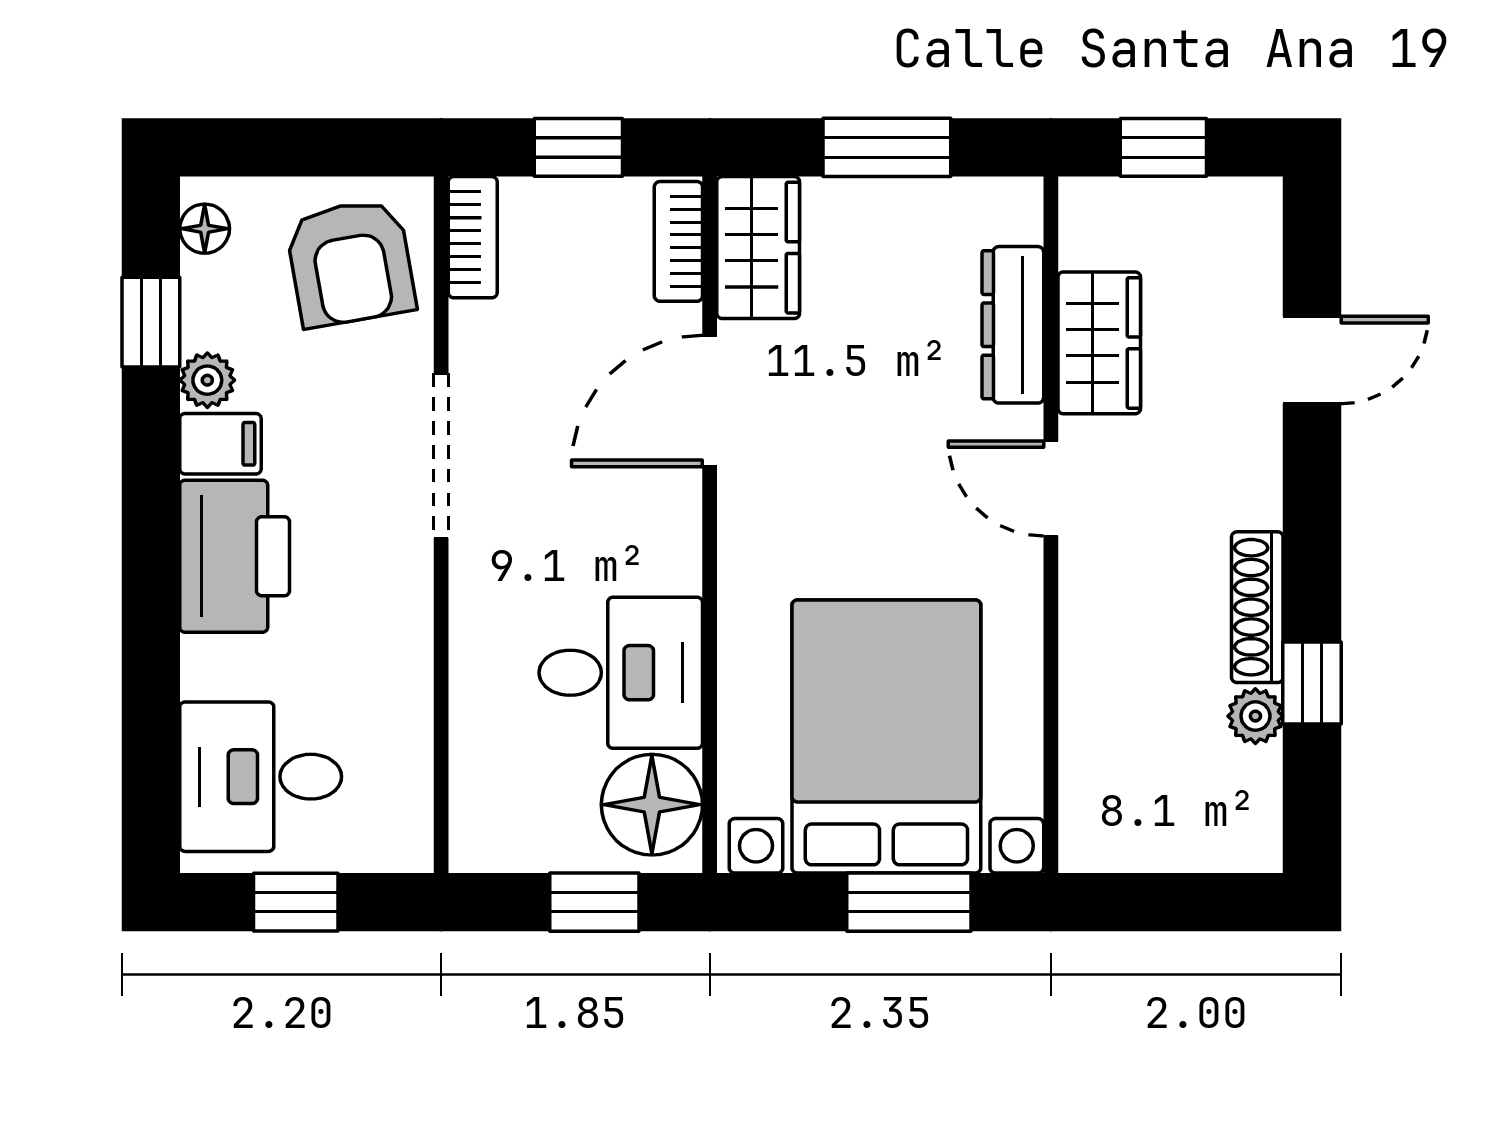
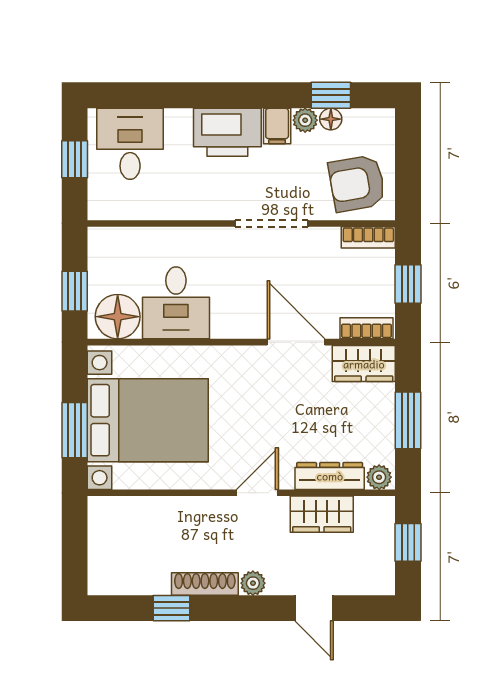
plant: (1016, 213) -> (379, 477), added
floor lamp: (205, 229) -> (331, 119), moved
plant: (1255, 716) -> (253, 583), moved

